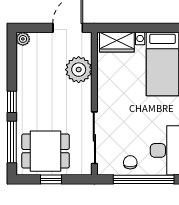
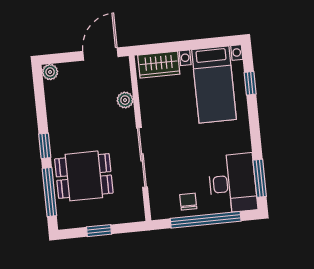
plant: (79, 70) -> (125, 100), width x0.53, depth x0.53
sliding door: (94, 138) -> (142, 157), moved
dining table: (46, 151) -> (84, 176), moved

